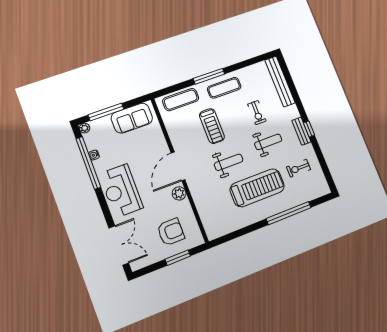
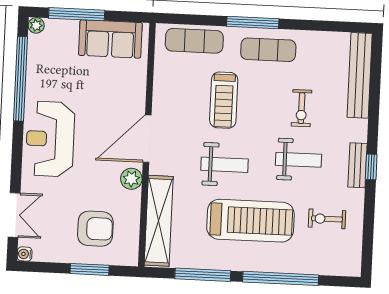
water cooler: (94, 155) -> (25, 254), moved
shelving: (205, 211) -> (159, 221), added
window: (244, 231) -> (203, 275), added
double door: (119, 245) -> (14, 215), width x0.73

